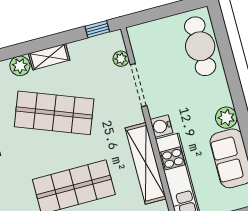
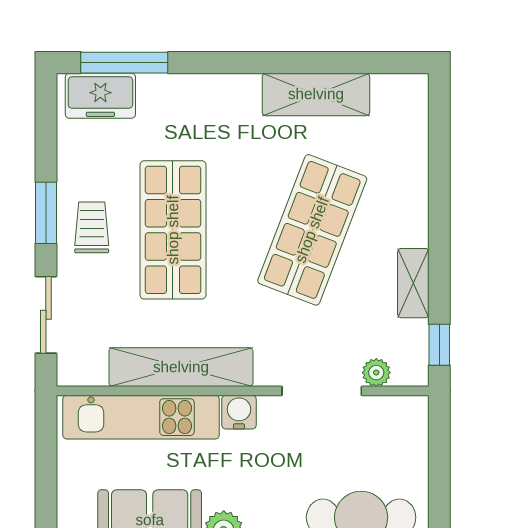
shelving: (49, 57) -> (413, 283), moved
plant: (20, 66) -> (411, 192), removed

